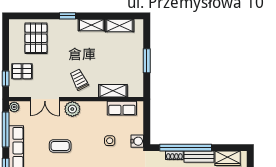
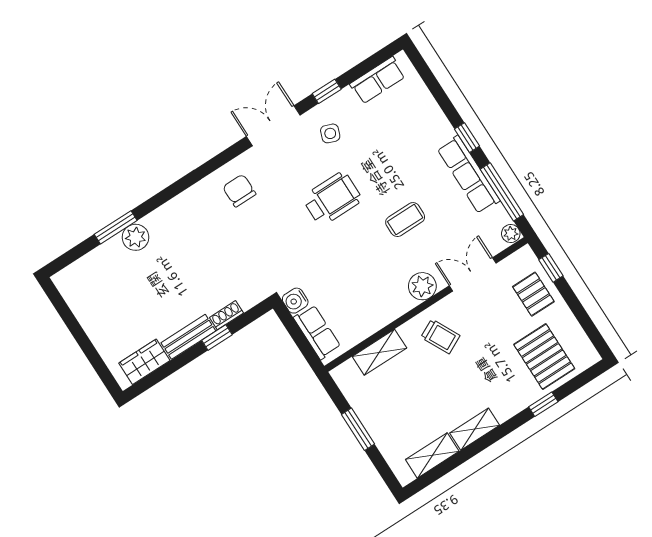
window: (68, 16) -> (543, 404), moved
pallet: (22, 71) -> (533, 294), turned 90
row of seats: (122, 108) -> (317, 332), moved, turned 90
side table: (110, 141) -> (336, 275), removed
window: (186, 148) -> (217, 337), width x0.32

